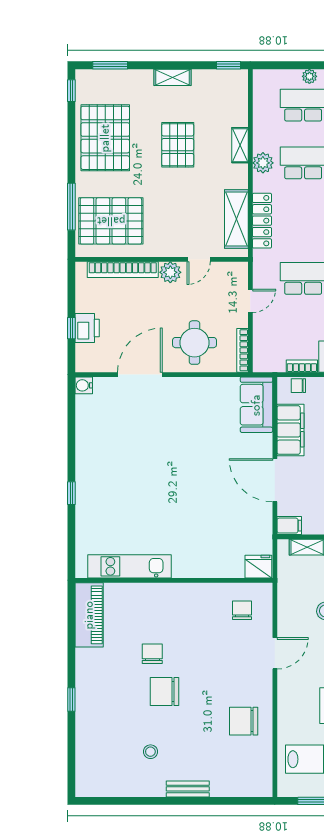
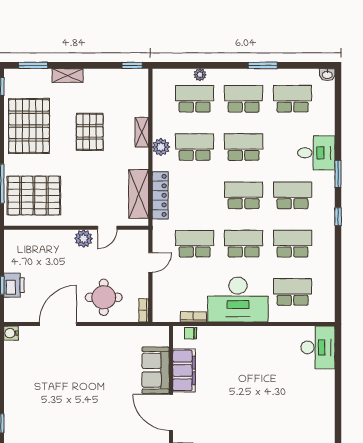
shelving: (173, 77) -> (68, 75), moved
bookcase: (123, 270) -> (44, 236), removed
bookcase: (242, 350) -> (144, 310), width x0.64
sofa: (256, 405) -> (156, 370), moved

